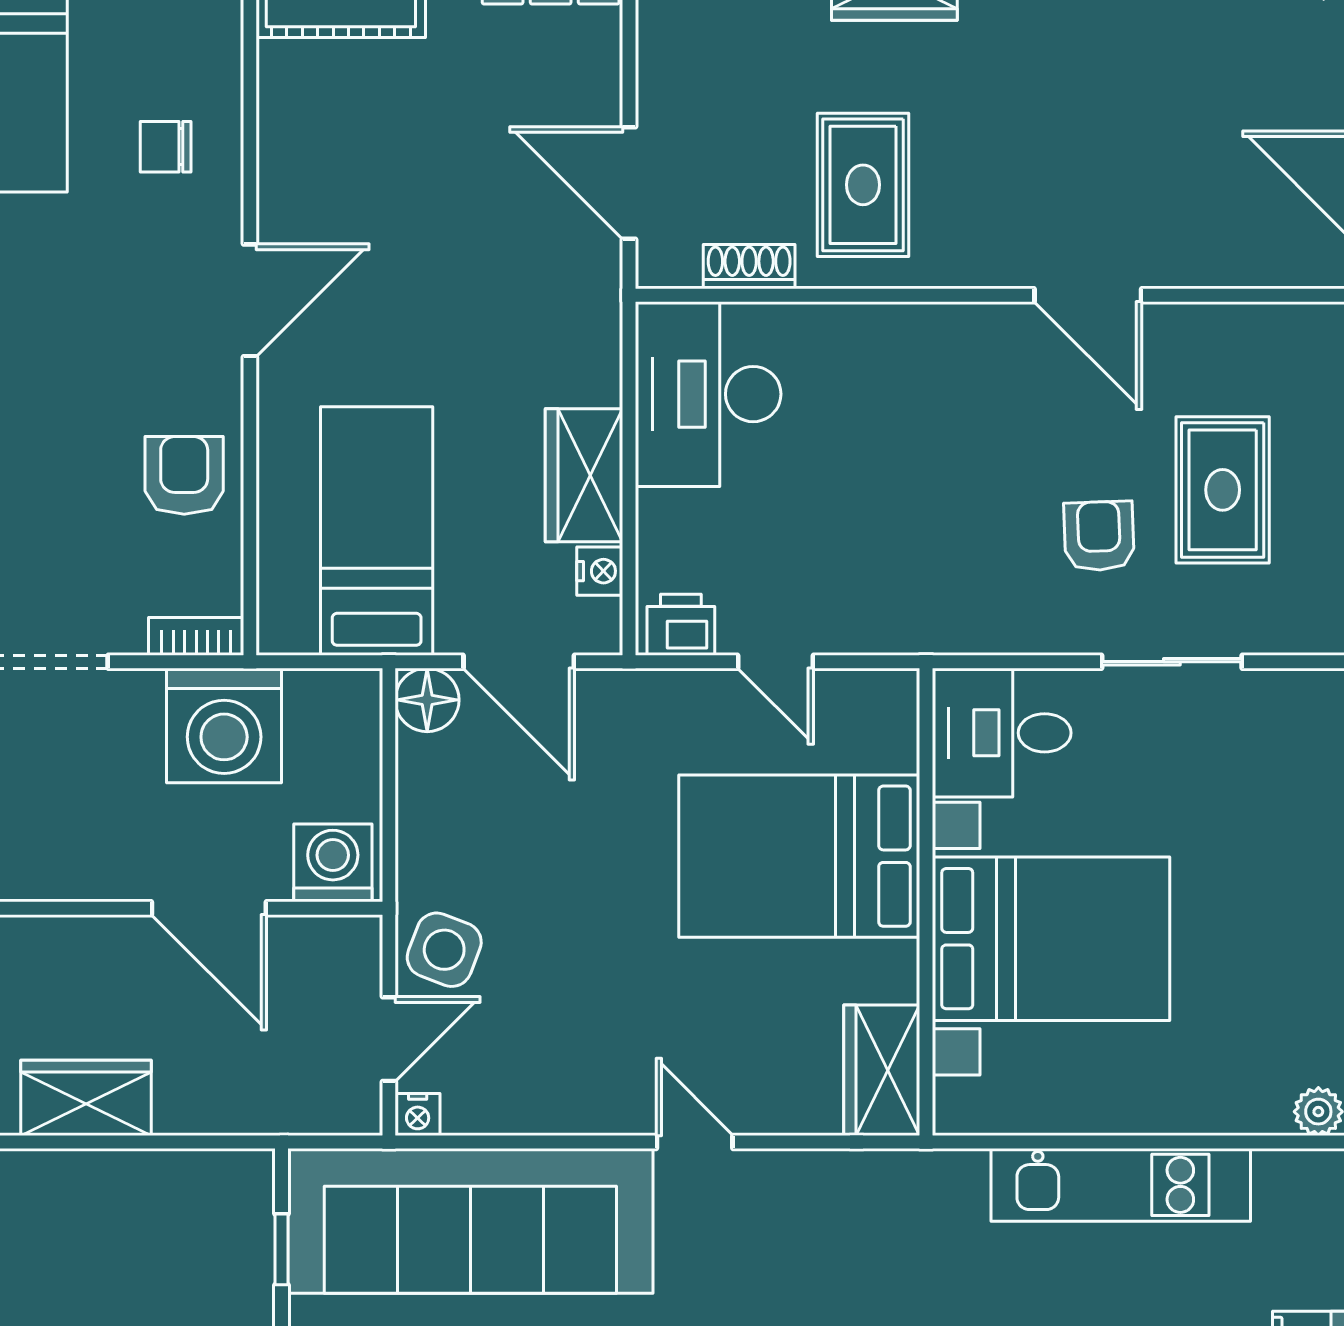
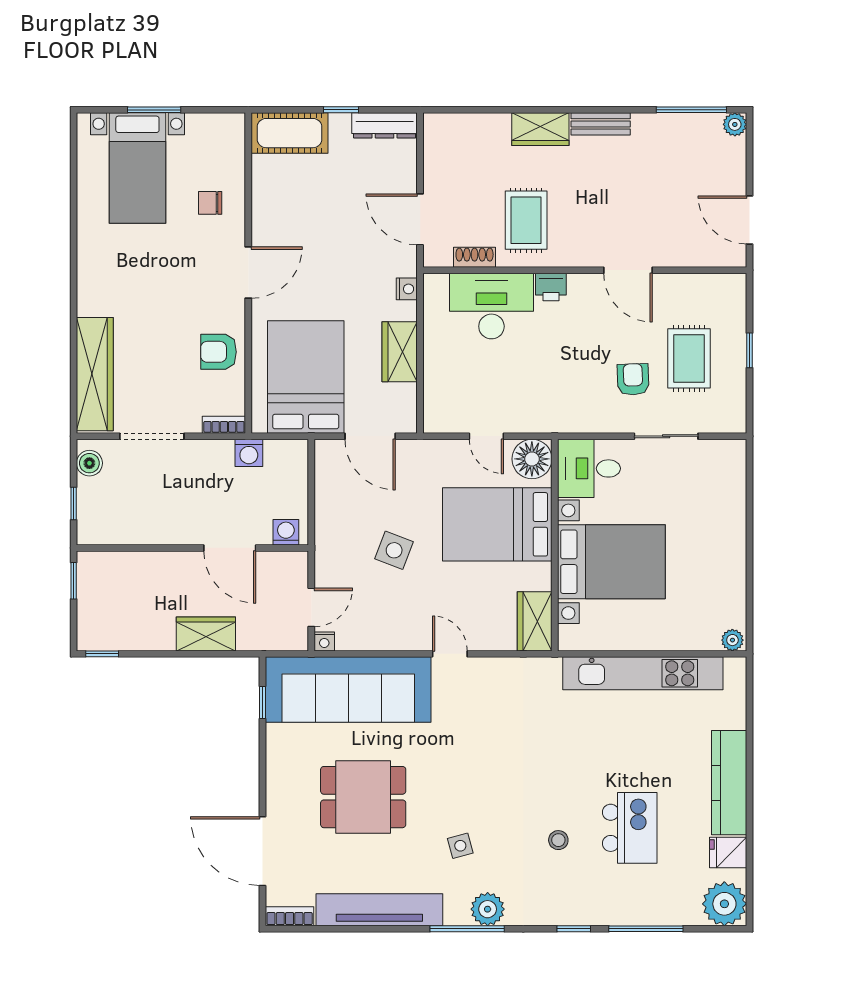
desk: (708, 394) -> (491, 306), moved, turned 90
armchair: (184, 475) -> (219, 352), turned -90
bed: (377, 531) -> (306, 377), width x1.50
nightstand: (600, 571) -> (407, 289), moved
printer: (681, 625) -> (551, 287), moved, turned 180
floor lamp: (427, 700) -> (532, 459), moved, width x1.38, depth x1.38
washing machine: (224, 725) -> (249, 453), width x0.53, depth x0.53
washing machine: (333, 863) -> (286, 532), width x0.73, depth x0.73
side table: (444, 950) -> (394, 550), moved
wardrobe: (86, 1098) -> (206, 634), moved
kitchen unit: (1121, 1185) -> (643, 673), width x1.36

